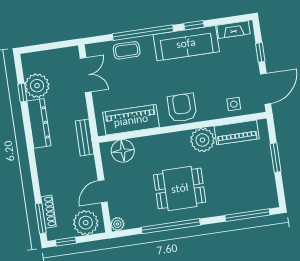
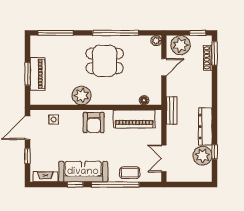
piano: (237, 132) -> (37, 74), moved, turned 90
floor lamp: (123, 151) -> (144, 100), width x0.53, depth x0.53

